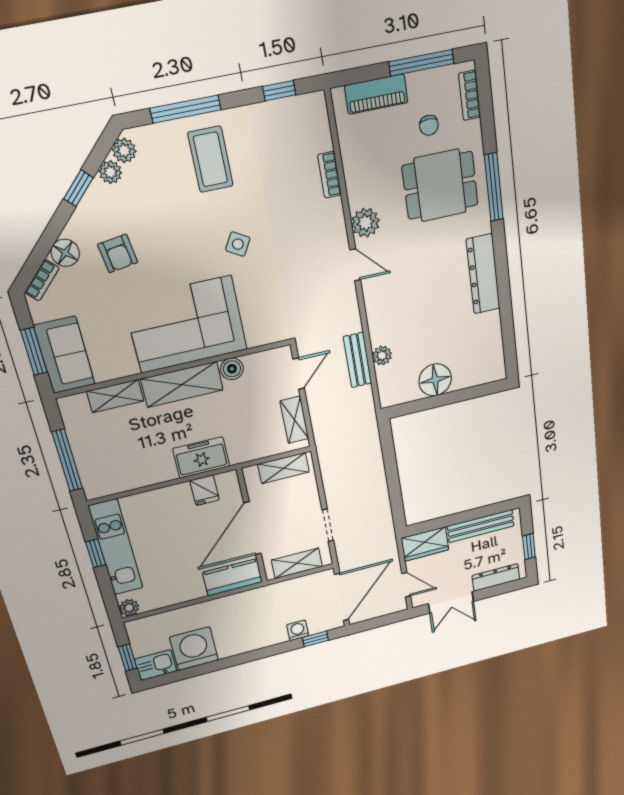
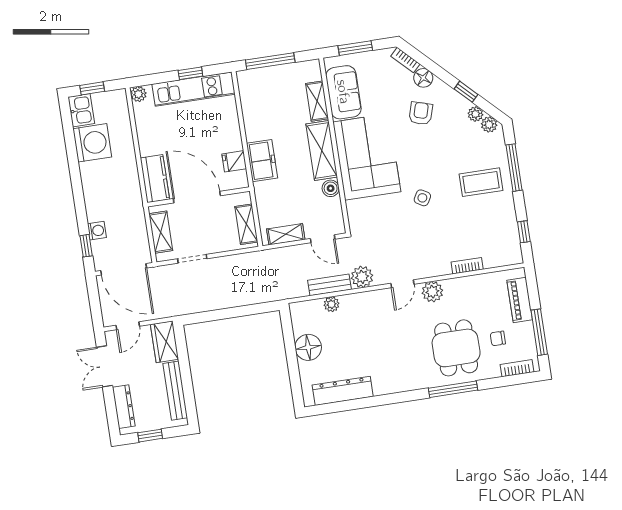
armchair: (118, 253) -> (421, 113), turned 115
dresser: (483, 274) -> (343, 391), moved
plant: (347, 319) -> (362, 277), added
sofa: (64, 355) -> (343, 92), moved, turned -90

